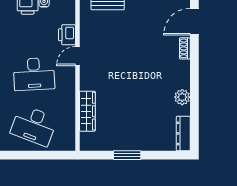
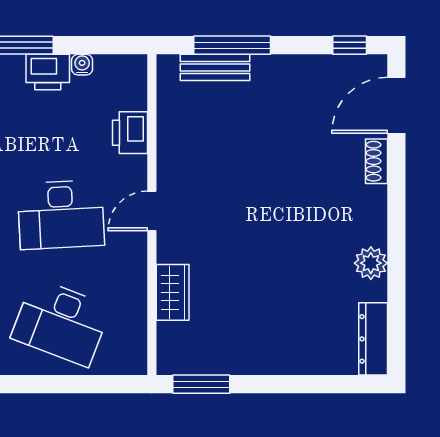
door: (77, 56) -> (152, 211), moved
wardrobe: (87, 111) -> (173, 292), width x0.67
window: (127, 155) -> (201, 384), moved

